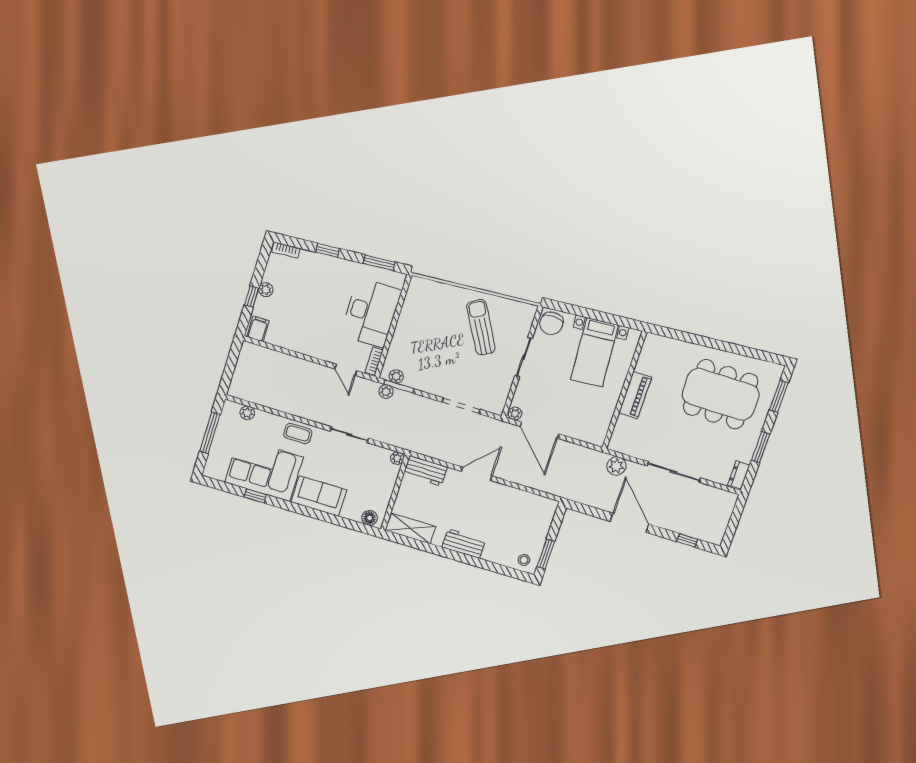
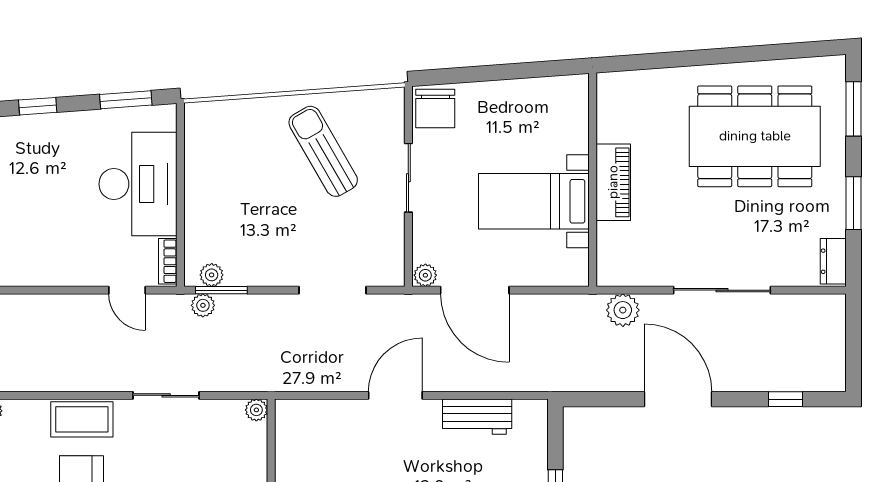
bed with nightstands: (594, 352) -> (534, 201), moved, turned 94
coffee table: (298, 433) -> (82, 419), width x1.36, depth x1.30
workbench: (425, 471) -> (477, 417), moved

